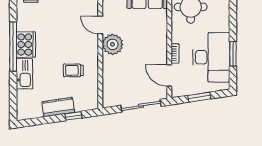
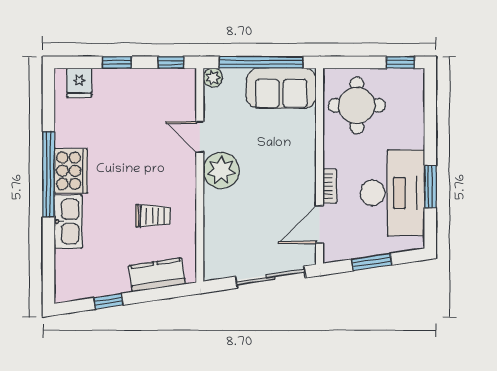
trolley: (73, 70) -> (153, 216), turned 180
door: (169, 75) -> (320, 225), hinge flipped
kitchen counter: (58, 107) -> (157, 275), moved
window: (73, 116) -> (109, 301), moved

